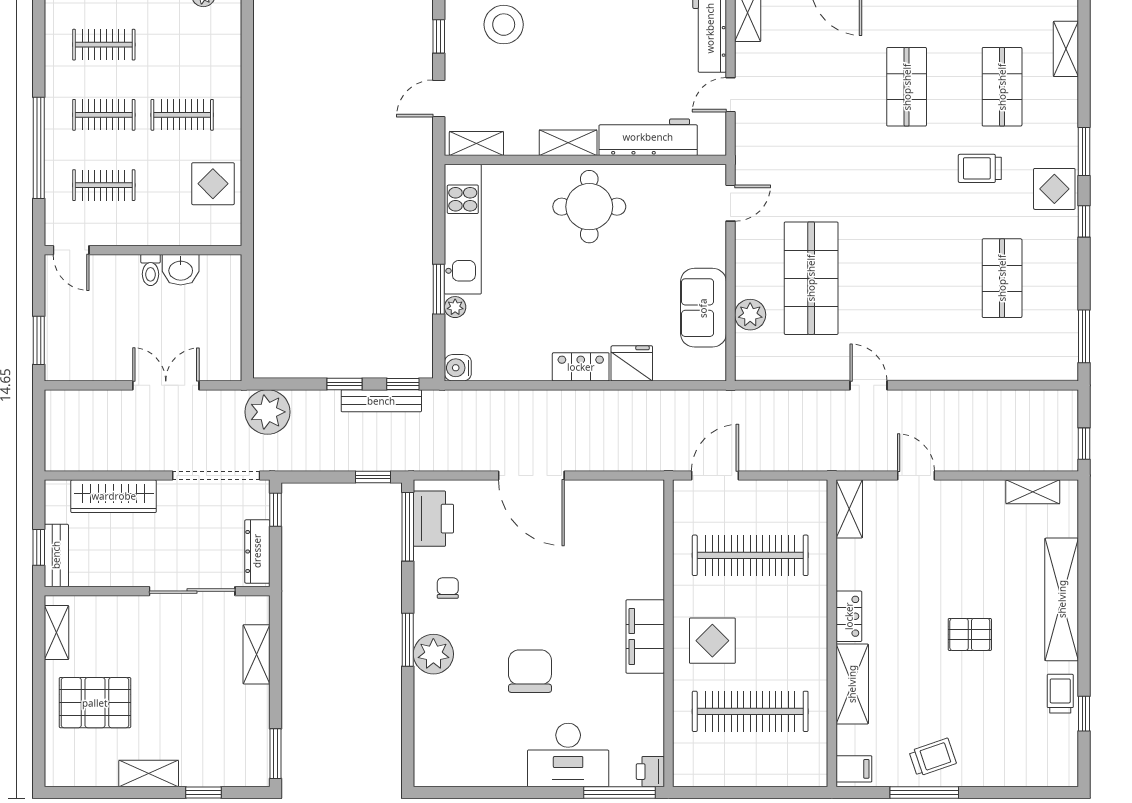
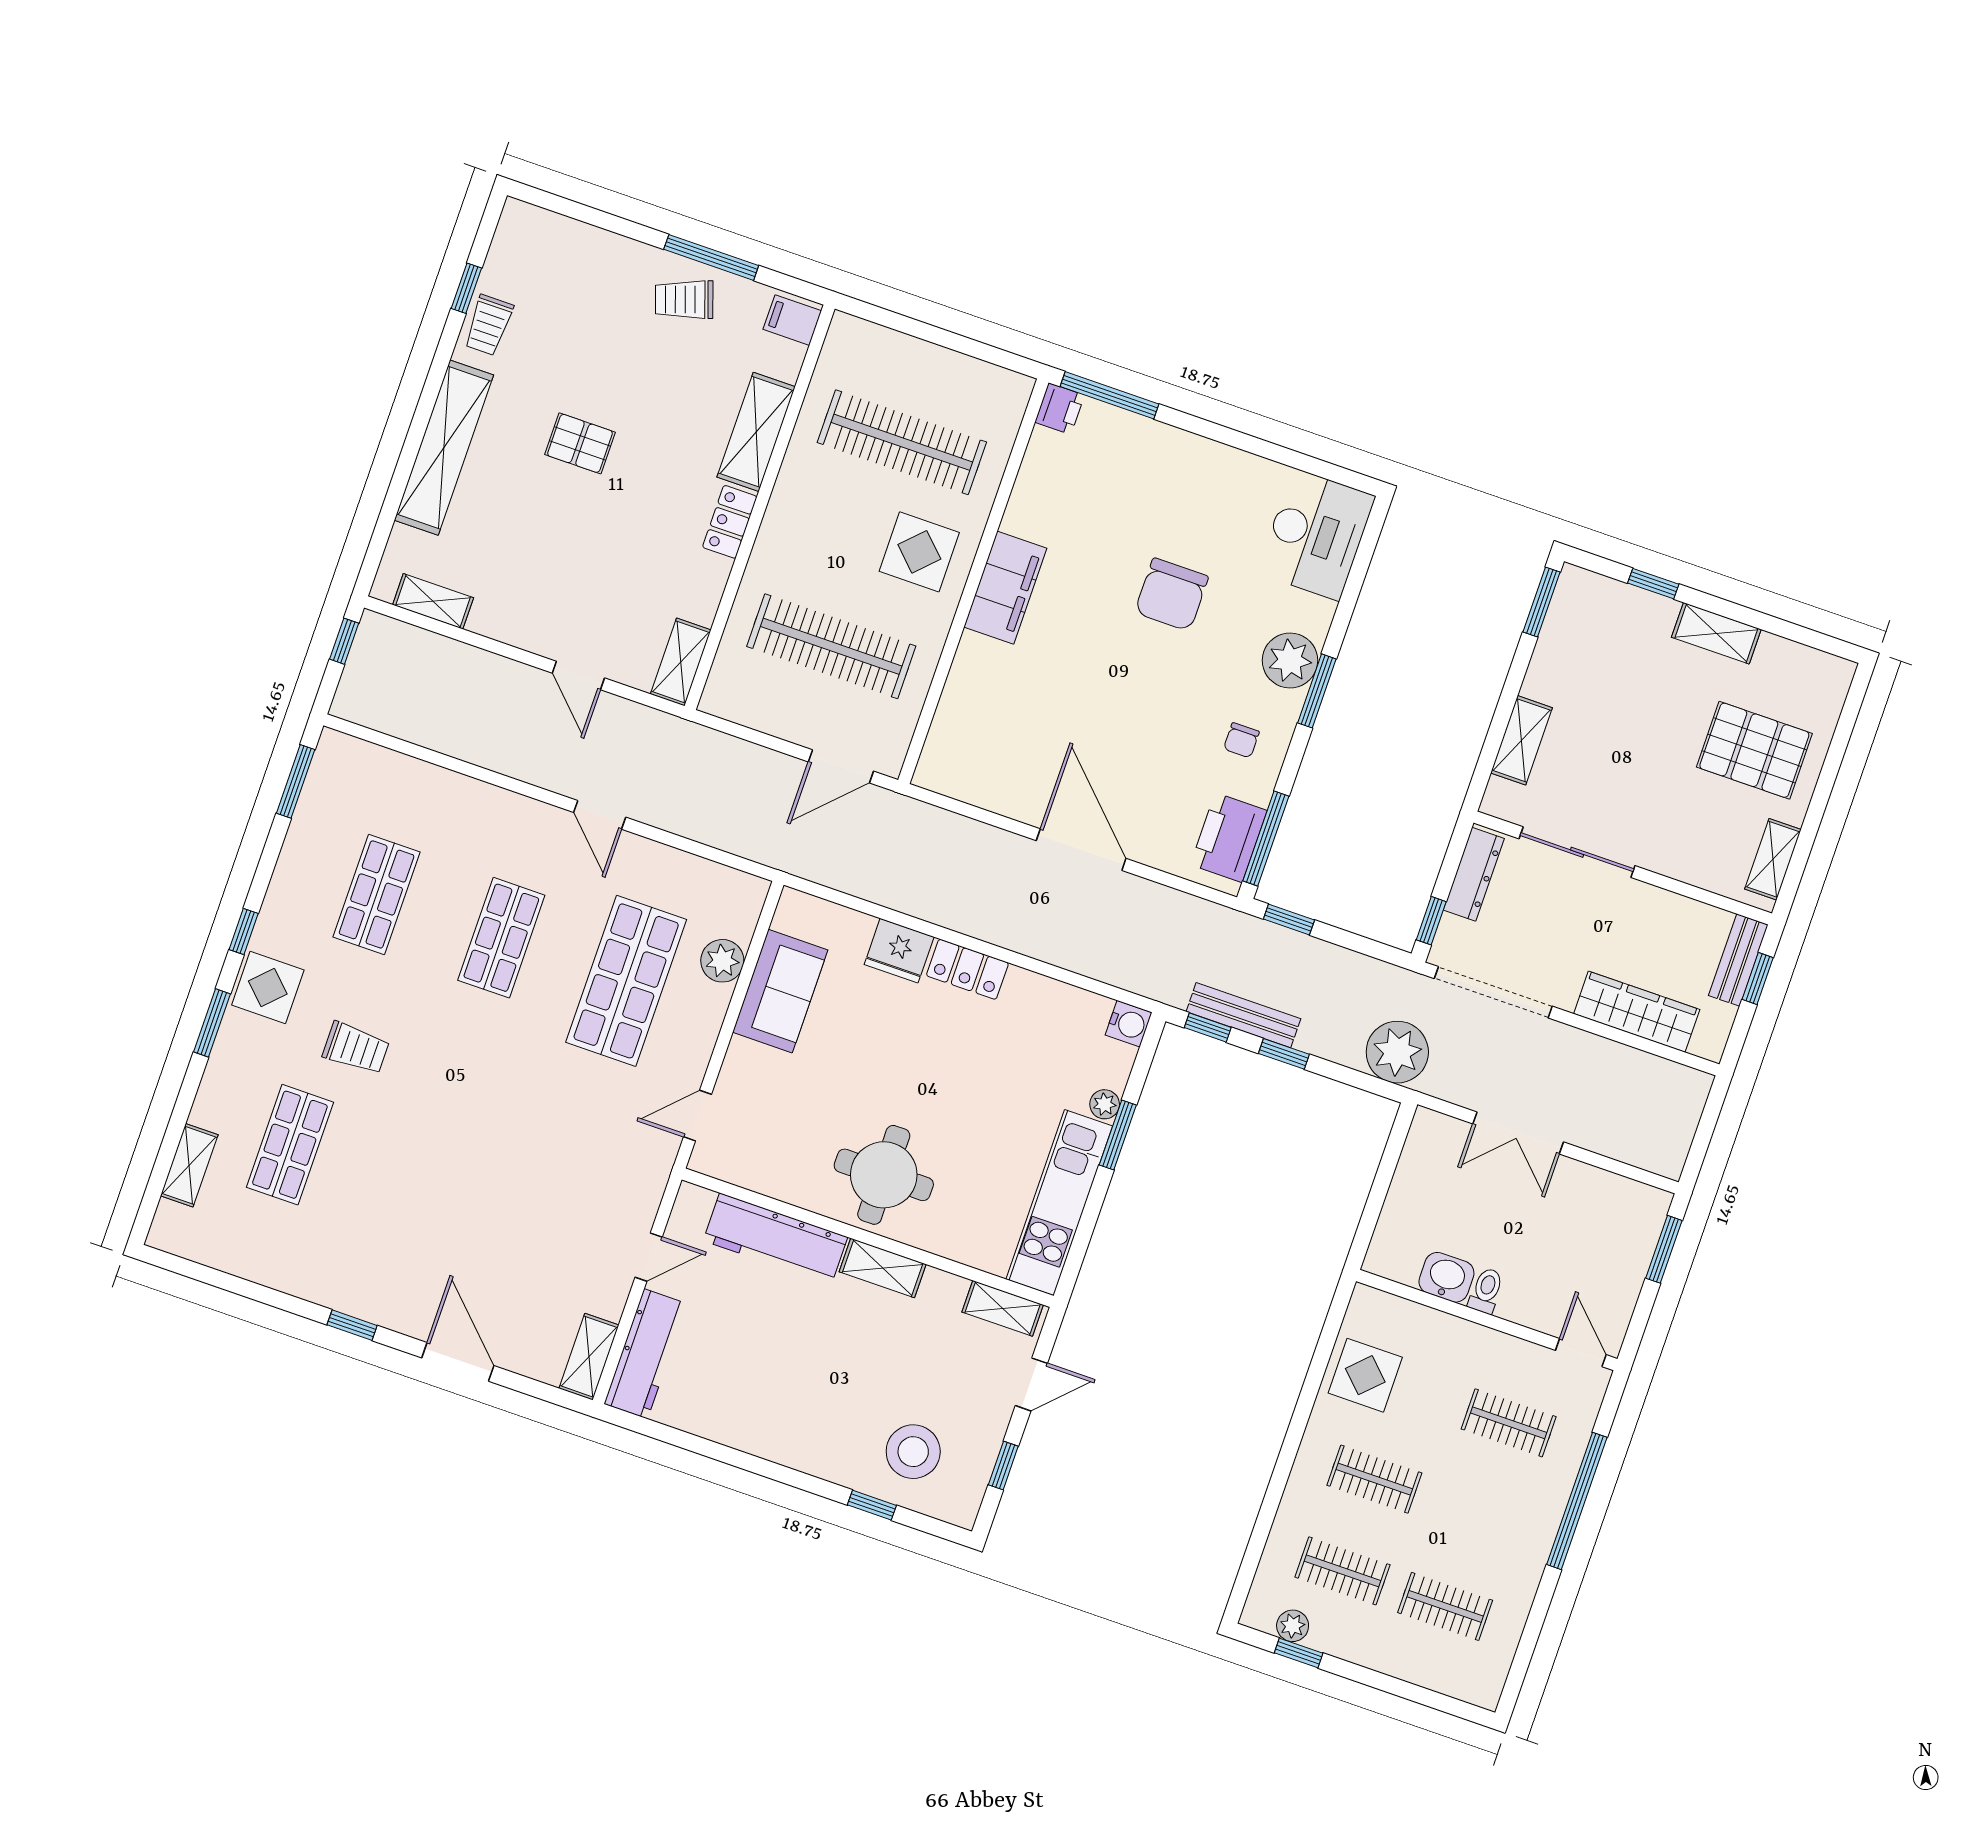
shop shelf: (907, 87) -> (501, 938), moved
clothes rail: (104, 115) -> (1342, 1571), moved
desk: (568, 755) -> (1316, 535), moved, turned 90

